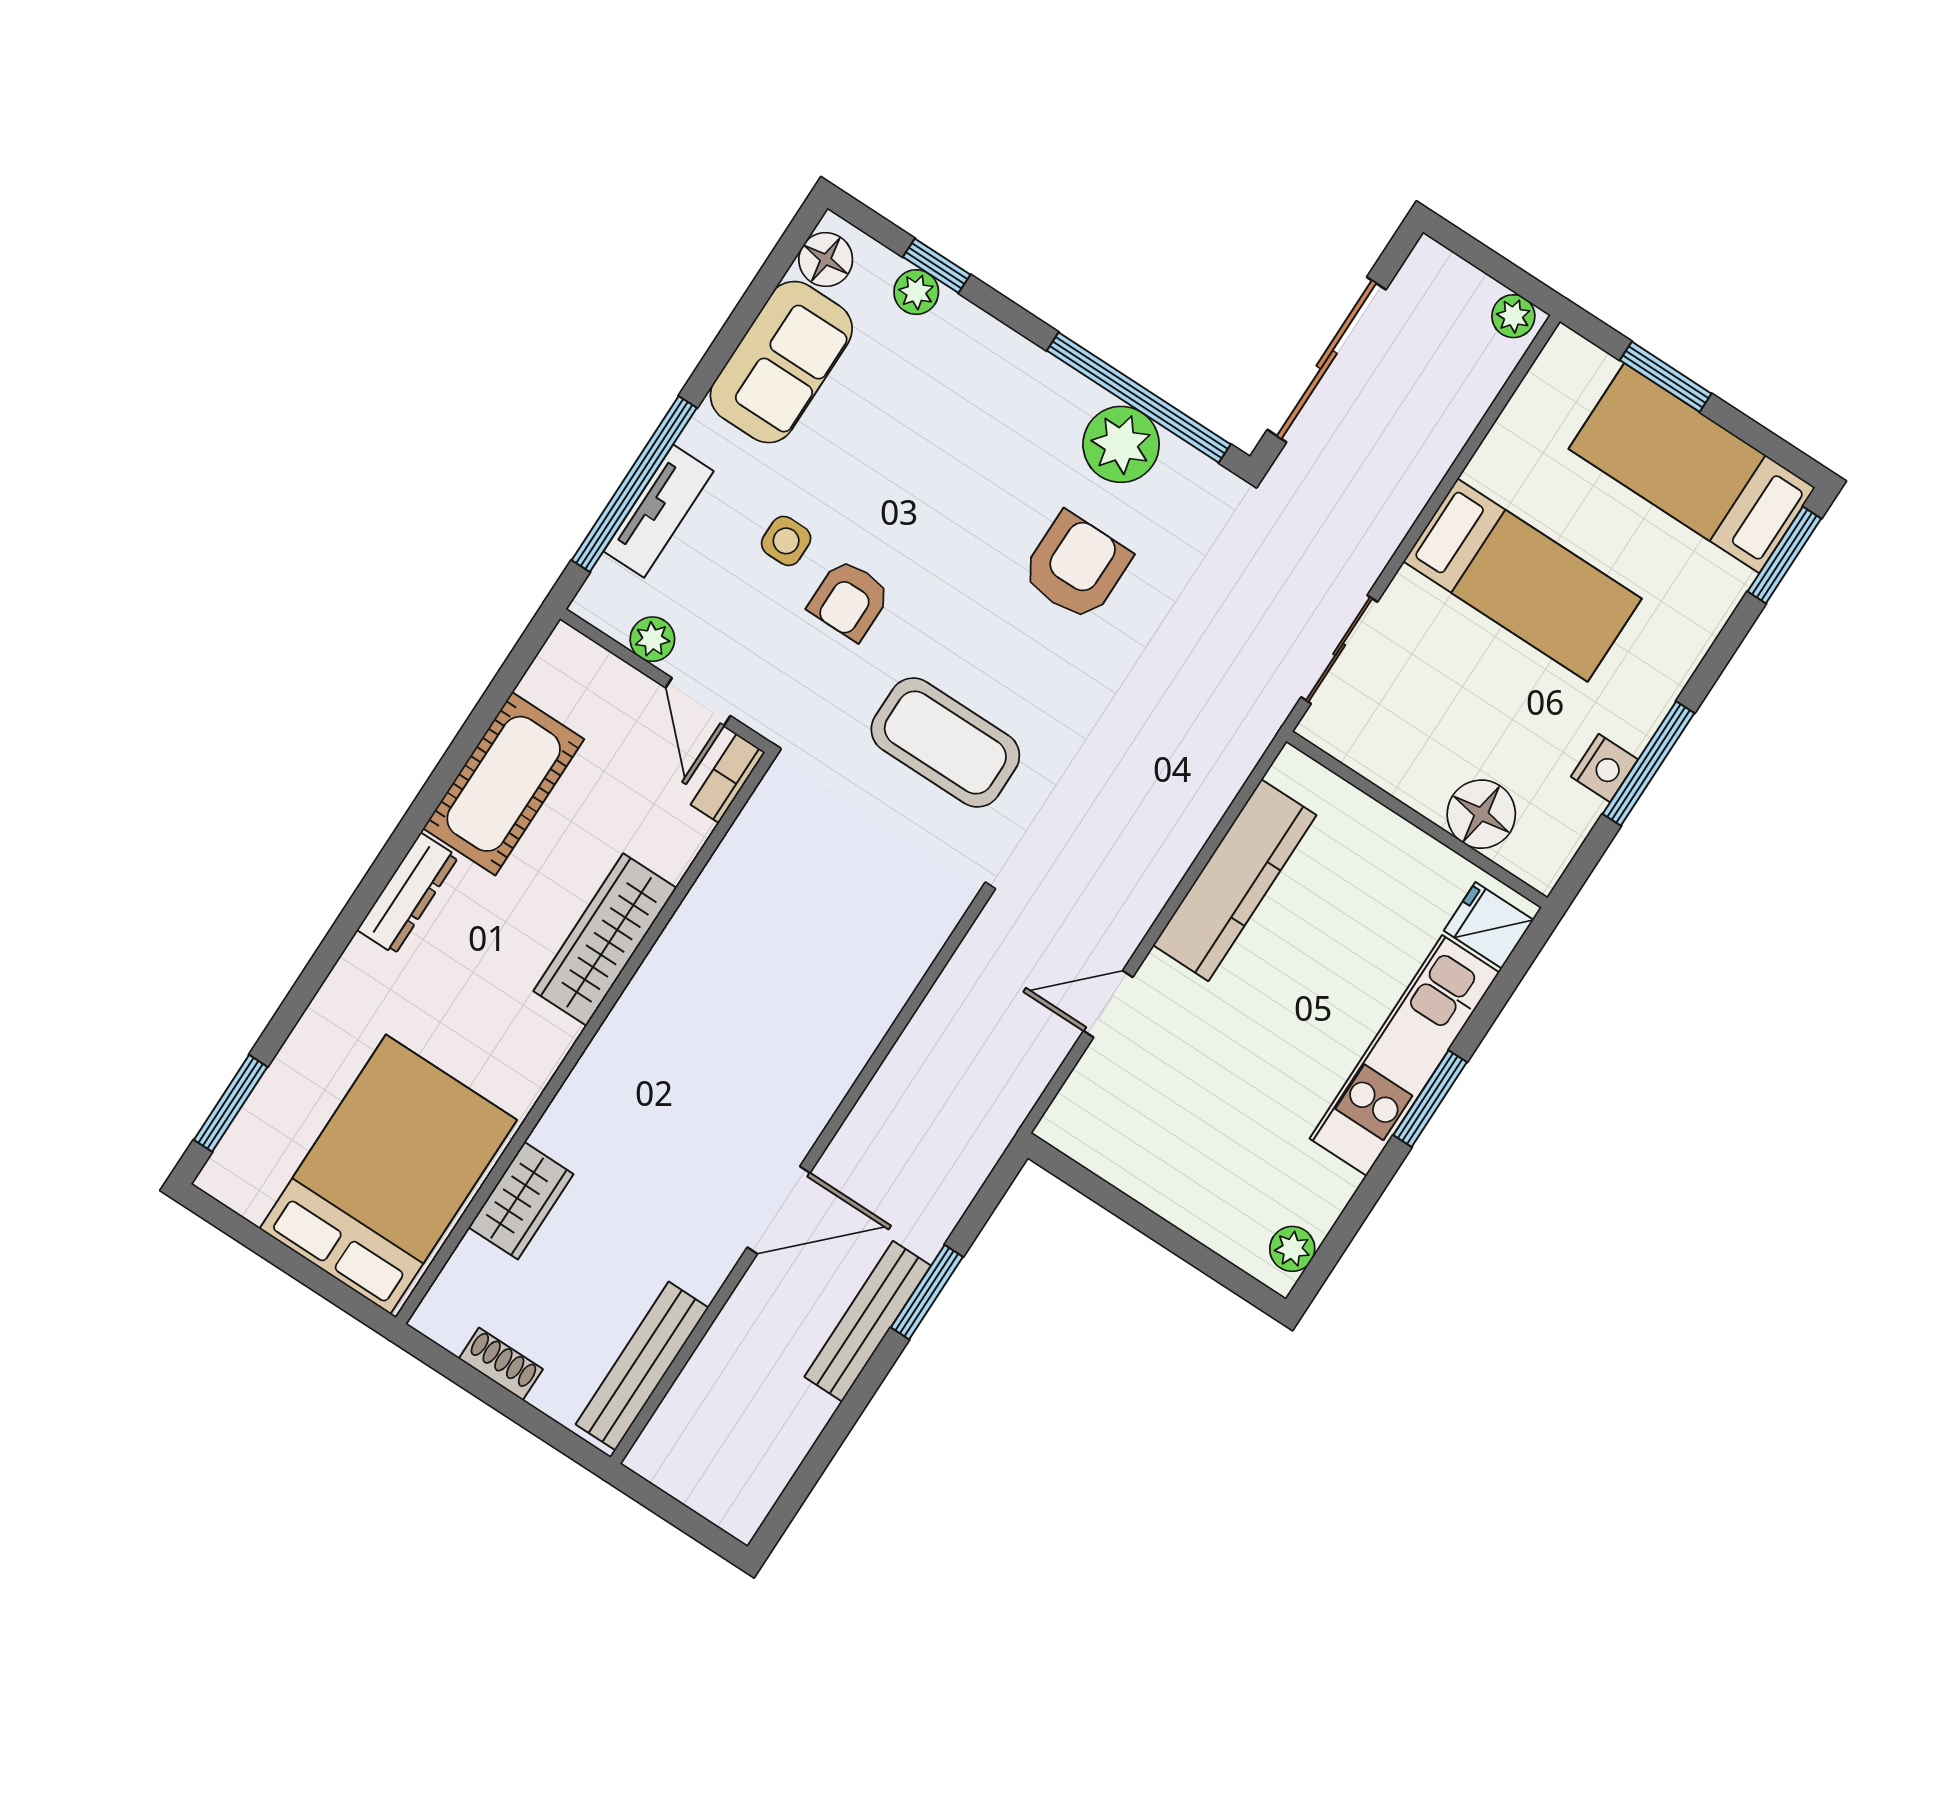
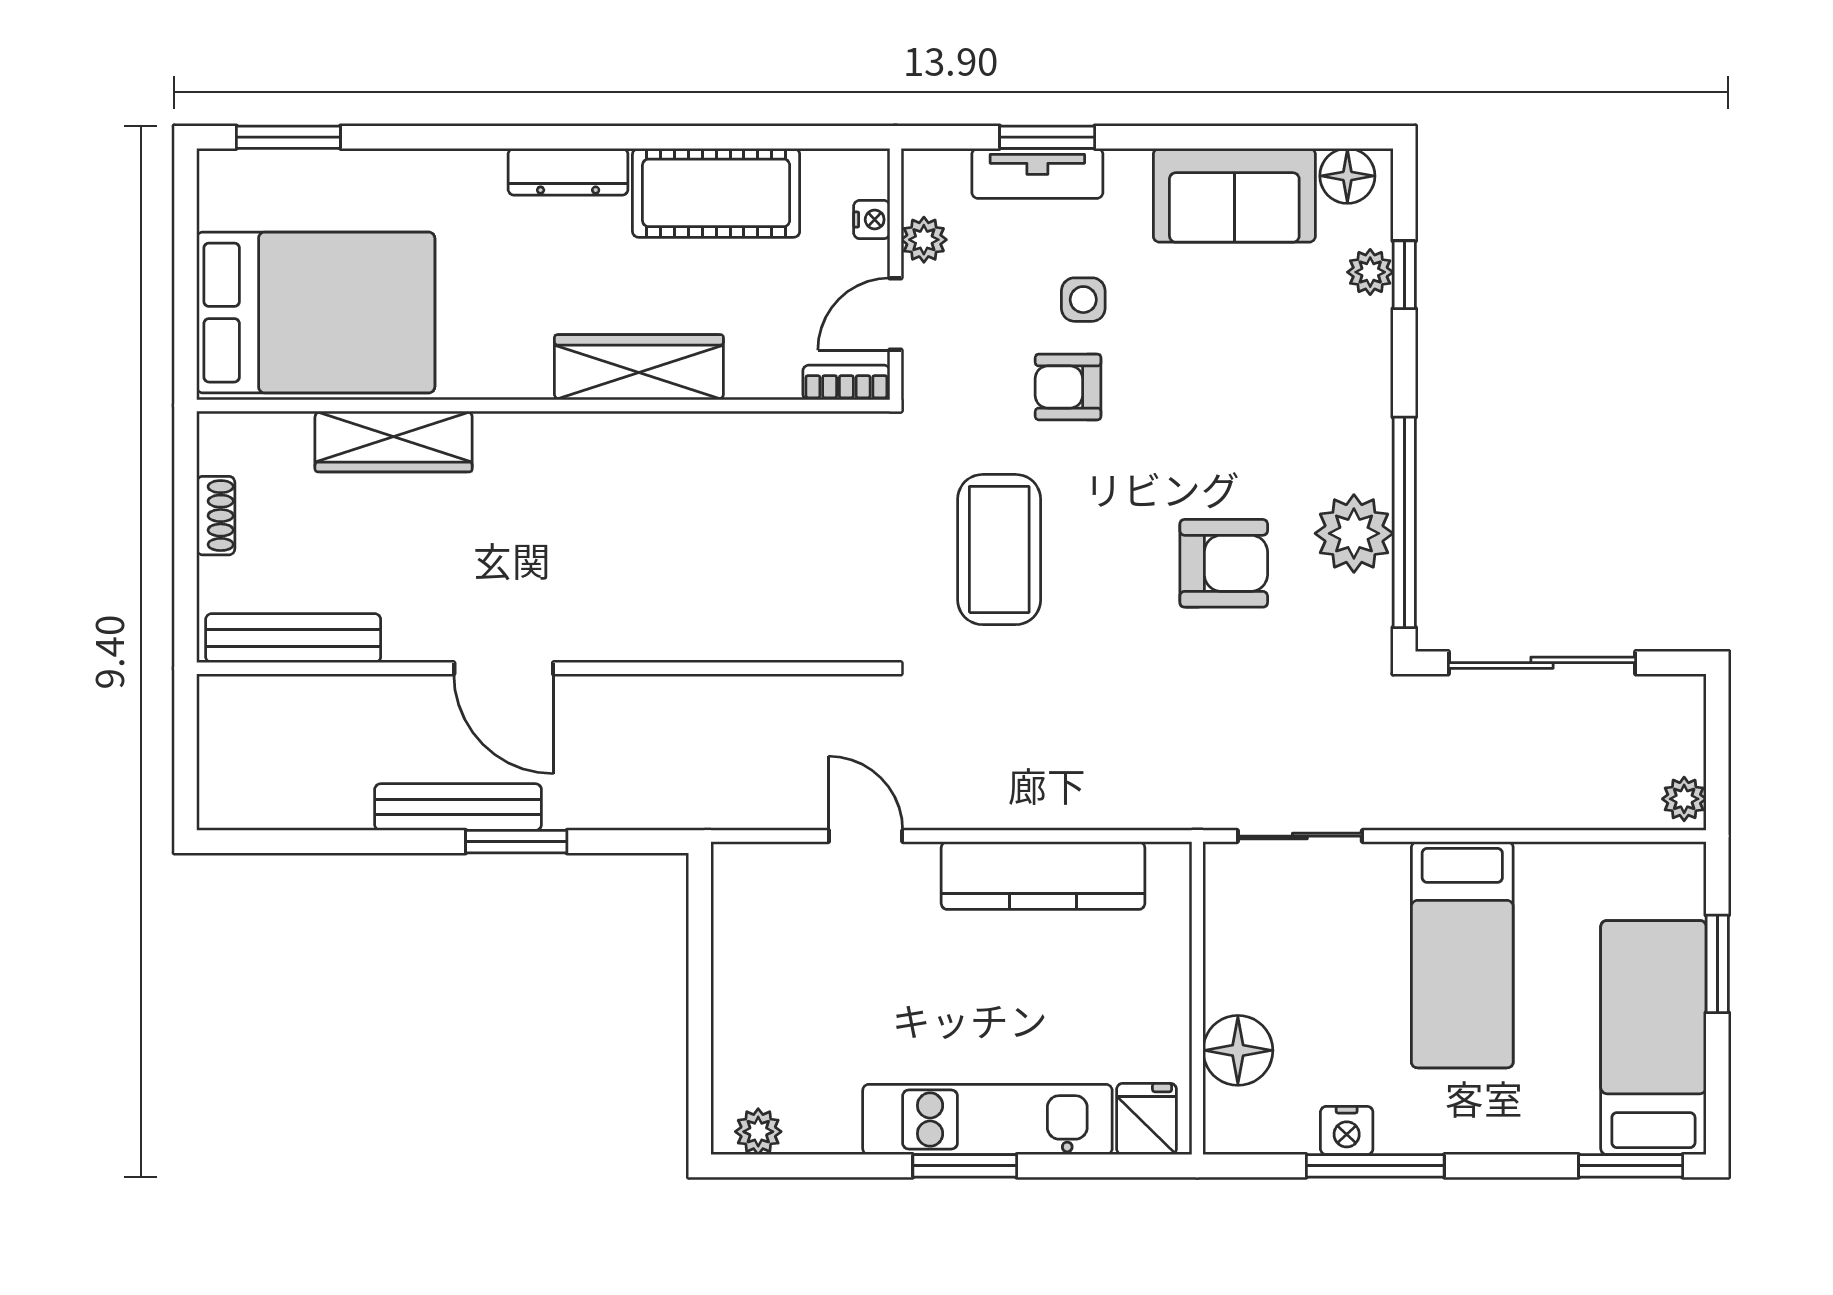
window: (634, 484) -> (1047, 137), width x0.47
nightstand: (608, 671) -> (872, 220), added
wardrobe: (521, 1201) -> (394, 442), width x1.50

